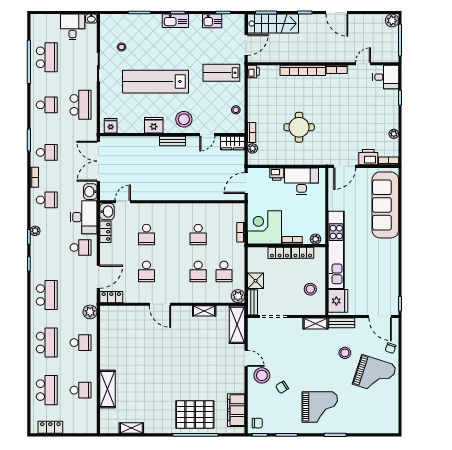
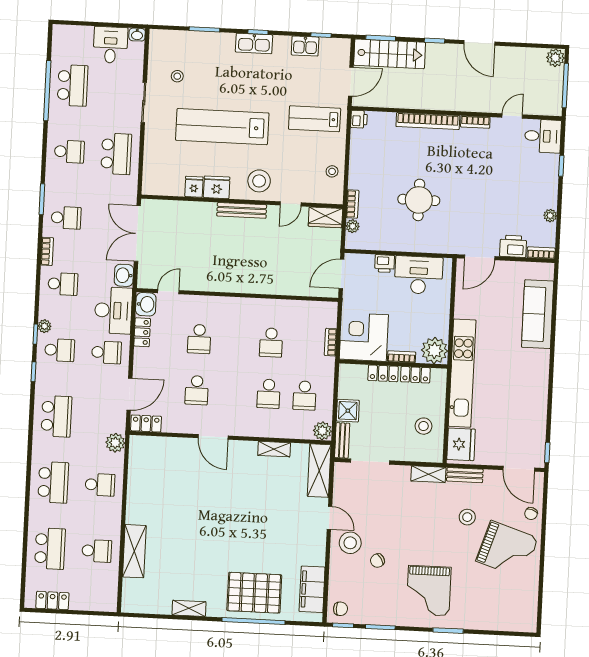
fridge: (111, 126) -> (194, 187), moved
bench: (172, 141) -> (242, 210), width x1.36
sofa: (385, 205) -> (538, 314), width x0.74, depth x0.79
plant: (316, 239) -> (434, 350), width x1.88, depth x1.88
school desk: (47, 247) -> (60, 350), added
grand piano: (320, 407) -> (429, 591), turned 90
shelving: (131, 428) -> (189, 608), moved

